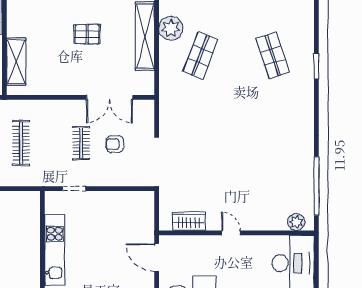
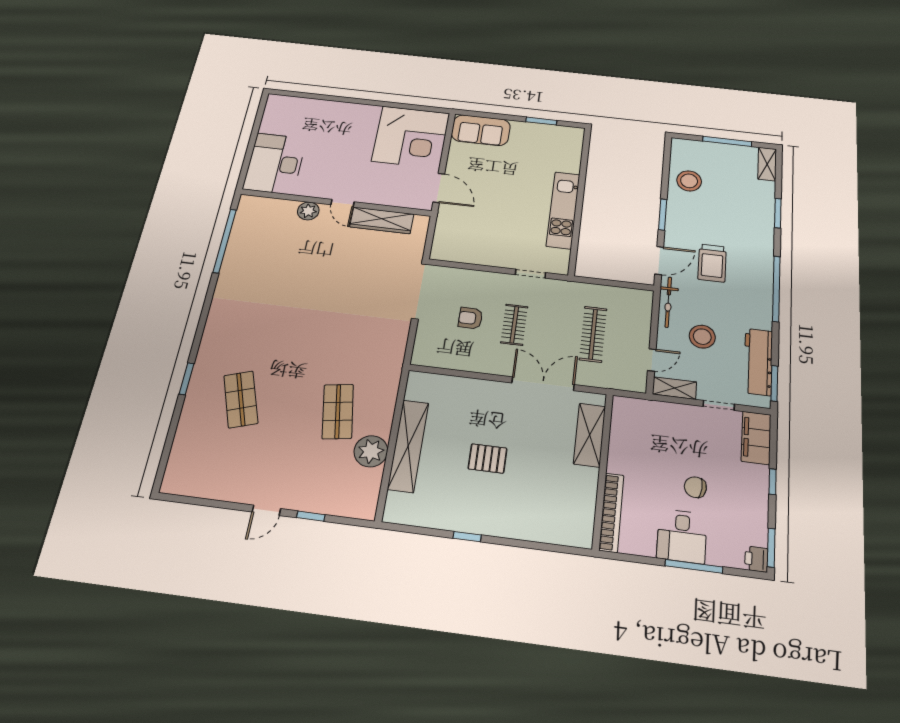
shop shelf: (200, 55) -> (338, 411), turned -30
double door: (110, 97) -> (543, 384), moved
armchair: (115, 144) -> (470, 318), turned 180
wardrobe: (189, 221) -> (382, 220), width x1.50
plant: (296, 222) -> (308, 211), moved

